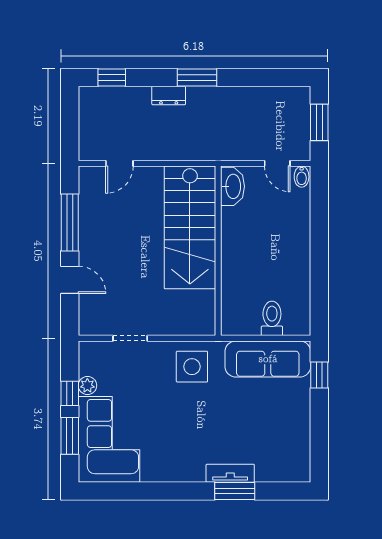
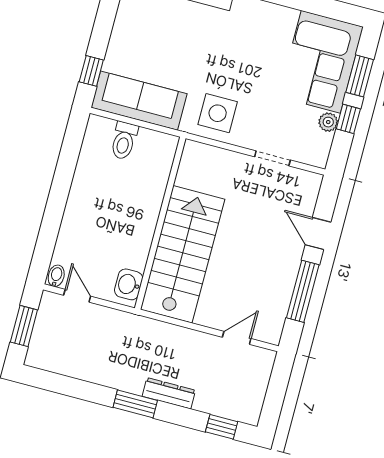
dresser: (169, 95) -> (169, 393), width x1.44
washbasin: (233, 186) -> (129, 284), width x0.72

